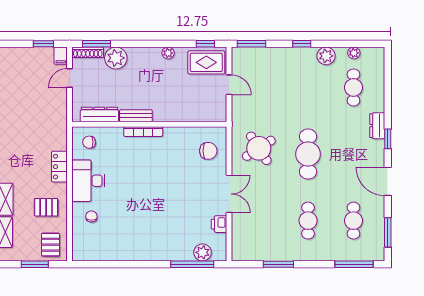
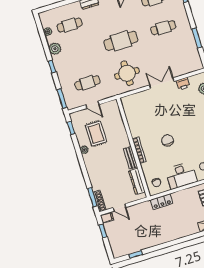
plant: (116, 58) -> (98, 182), removed
rug: (206, 62) -> (96, 134), moved
door: (229, 85) -> (92, 105), swing flipped
cafe table: (263, 87) -> (88, 83), added
round table: (259, 148) -> (127, 73), turned 33
chair: (208, 151) -> (168, 140), moved
locker: (59, 167) -> (162, 202), moved

